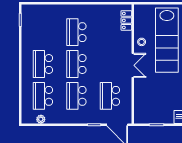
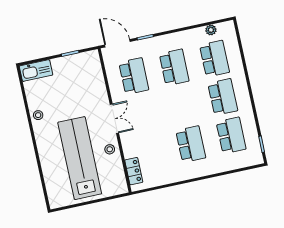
school desk: (76, 64) -> (231, 135), moved
double door: (133, 65) -> (114, 119), swing flipped

